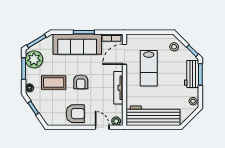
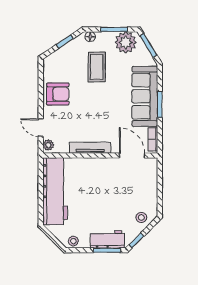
lab bench: (149, 68) -> (115, 186), removed
armchair: (81, 82) -> (97, 101), removed
armchair: (75, 114) -> (58, 94), turned -90
door: (102, 127) -> (41, 128), swing flipped

